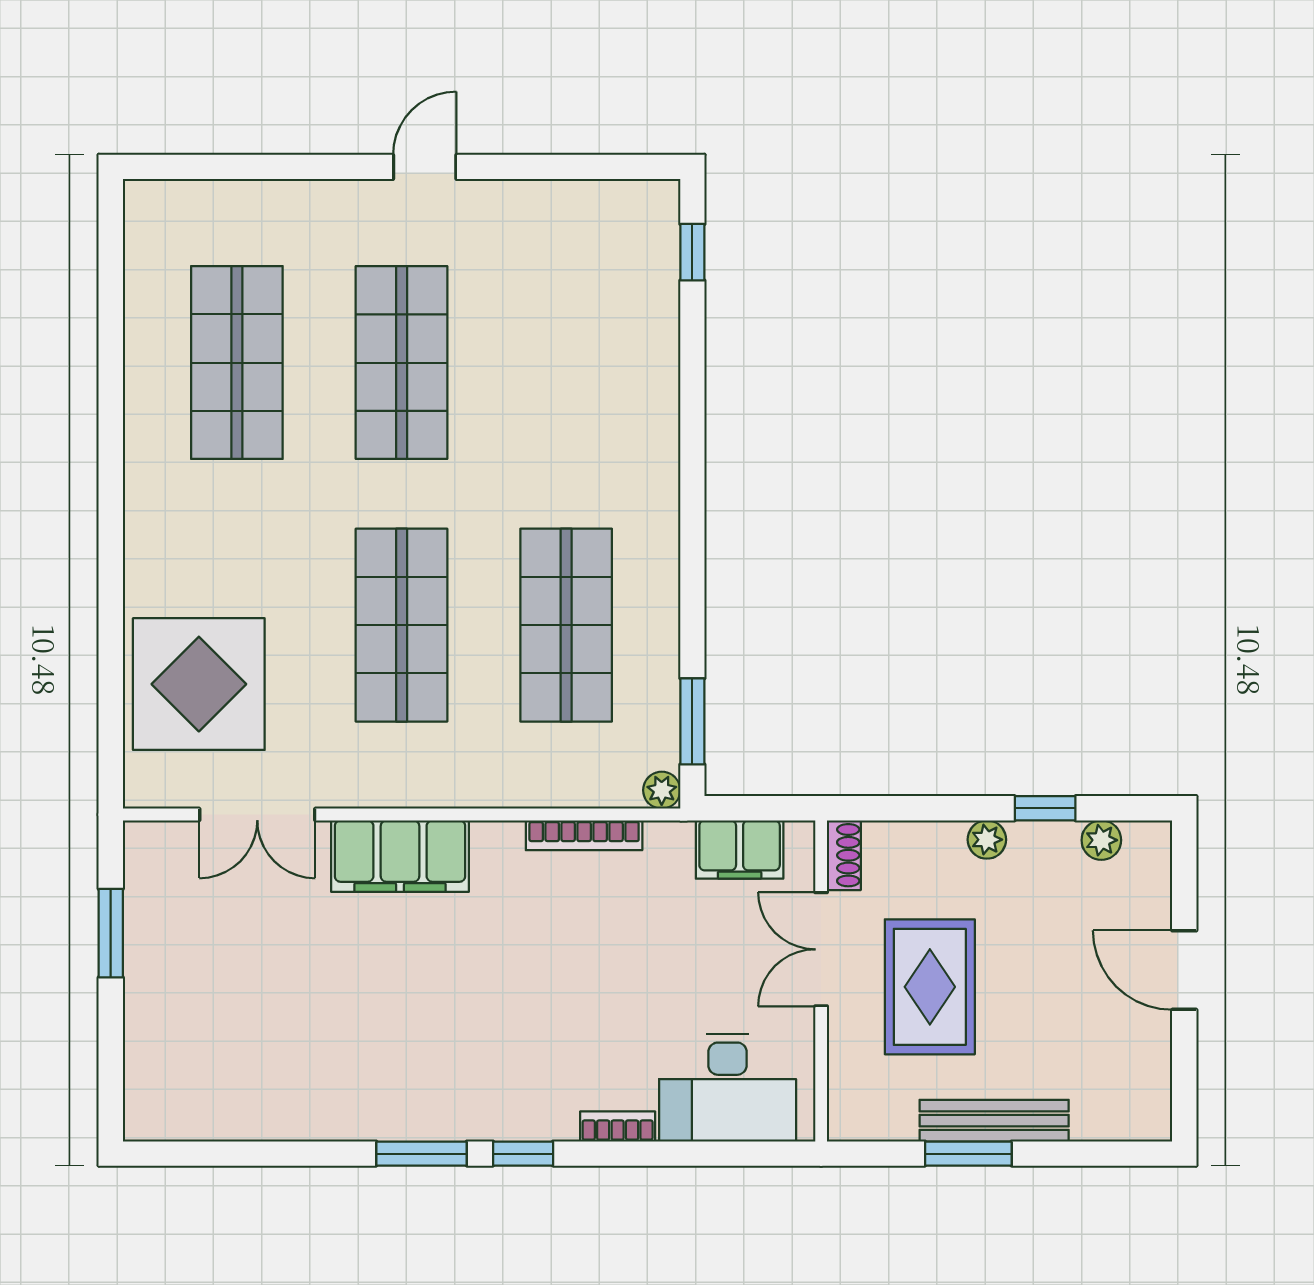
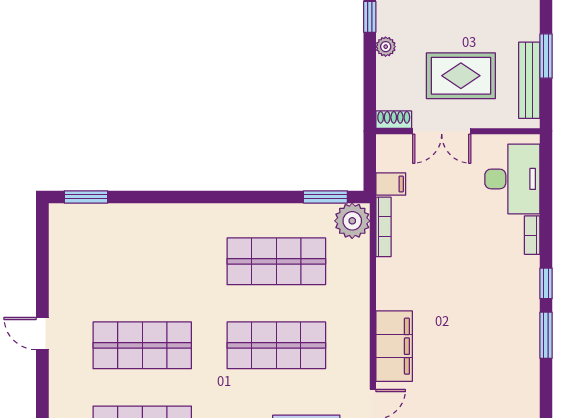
window: (692, 252) -> (86, 197), width x1.50
plant: (662, 790) -> (352, 221), width x1.88, depth x1.88
bookcase: (584, 835) -> (384, 227), moved
filing cabinet: (740, 849) -> (391, 184), width x0.50
bench: (994, 1121) -> (529, 80), moved

